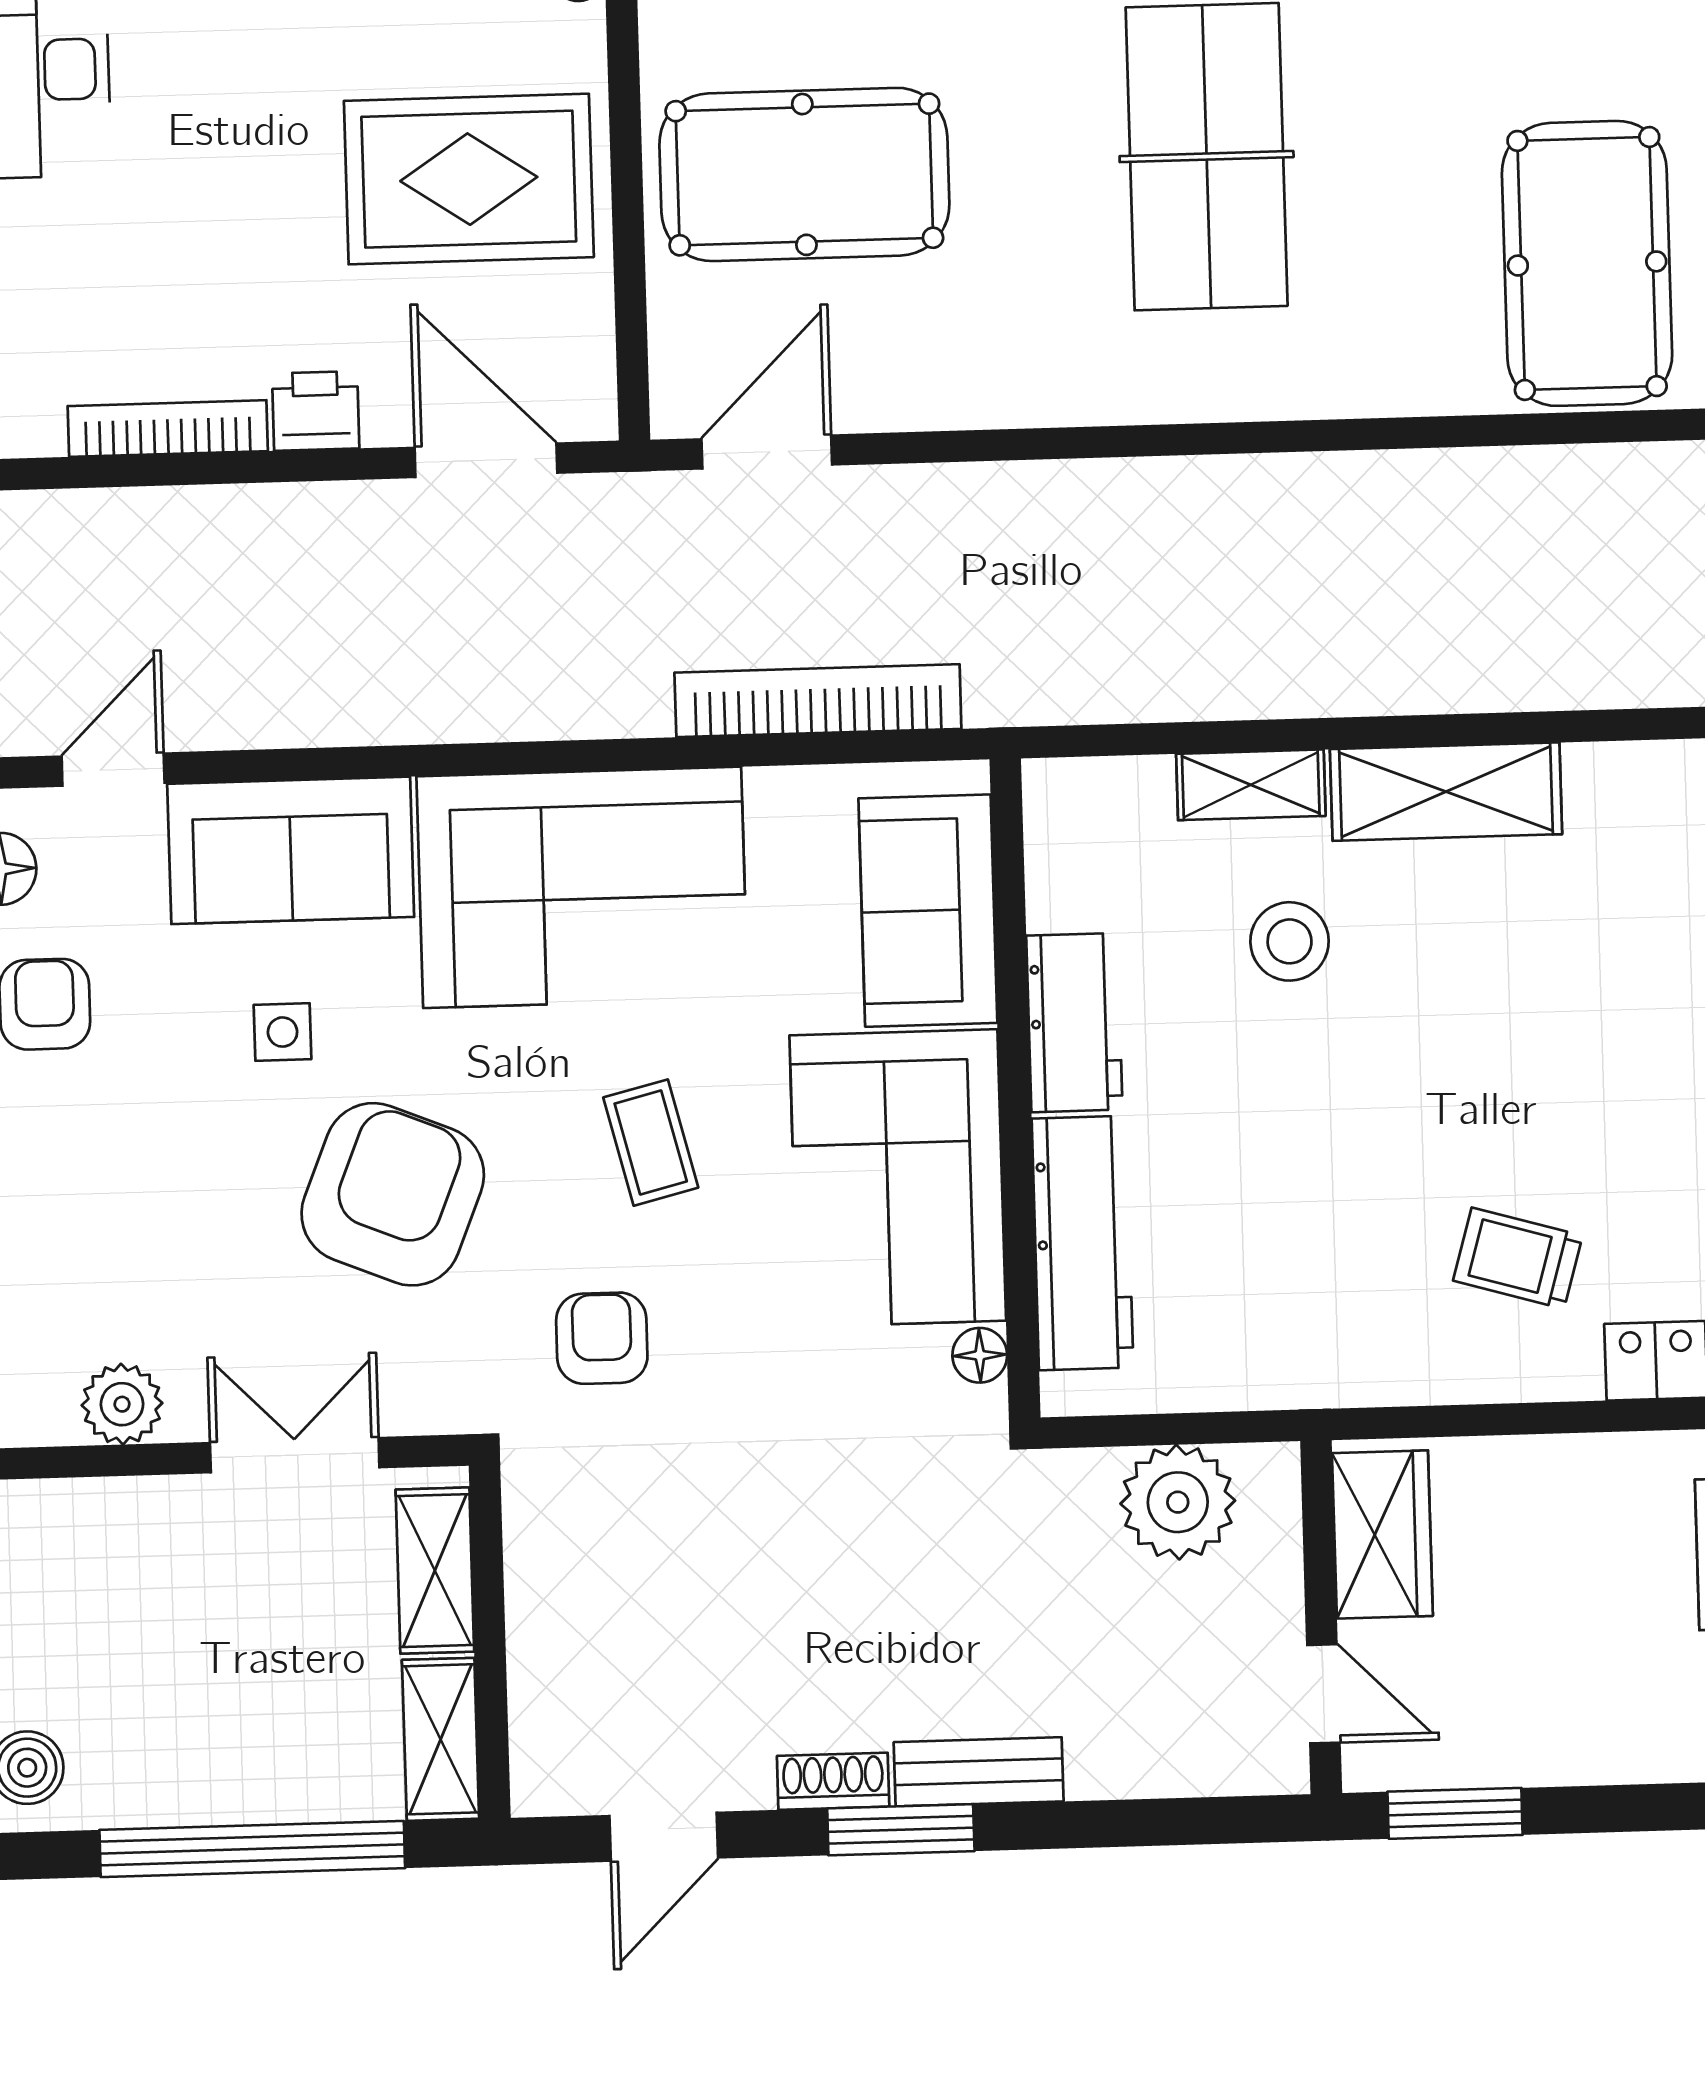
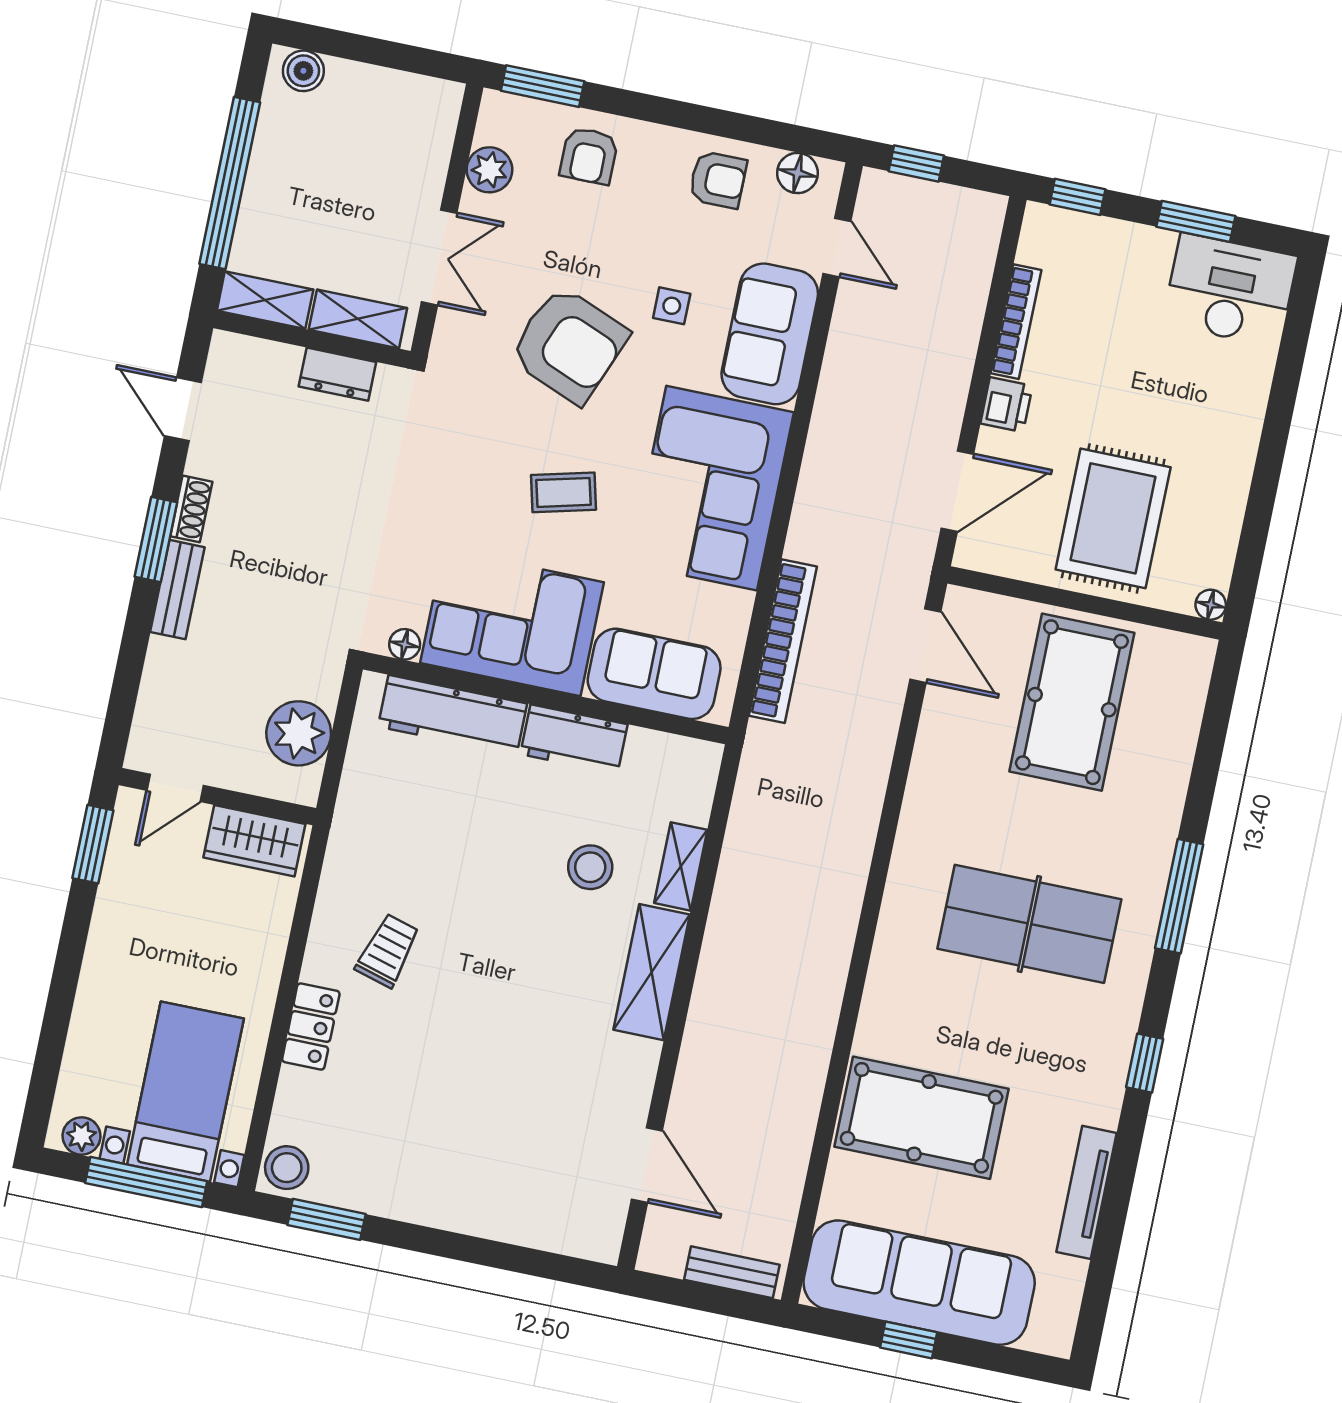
armchair: (602, 1338) -> (589, 156), moved, turned 90
dresser: (539, 1583) -> (337, 374), added

